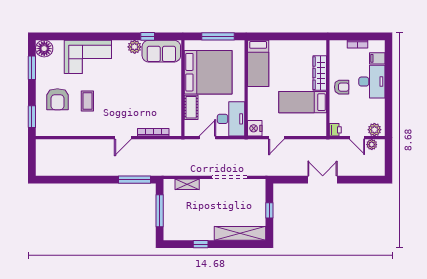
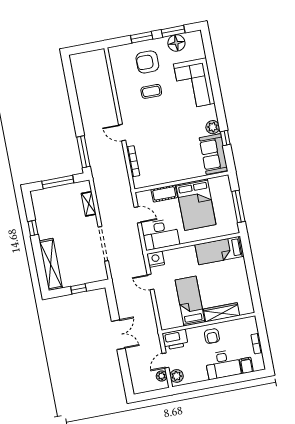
floor lamp: (44, 49) -> (176, 43), moved
bed: (208, 72) -> (196, 205), width x0.73
window: (32, 117) -> (142, 37), moved
printer: (335, 130) -> (175, 340), width x1.87, depth x1.48

